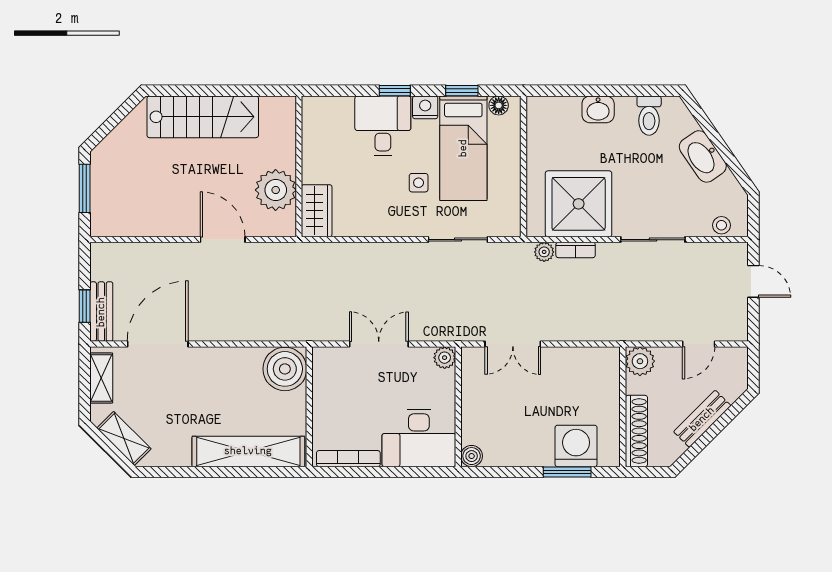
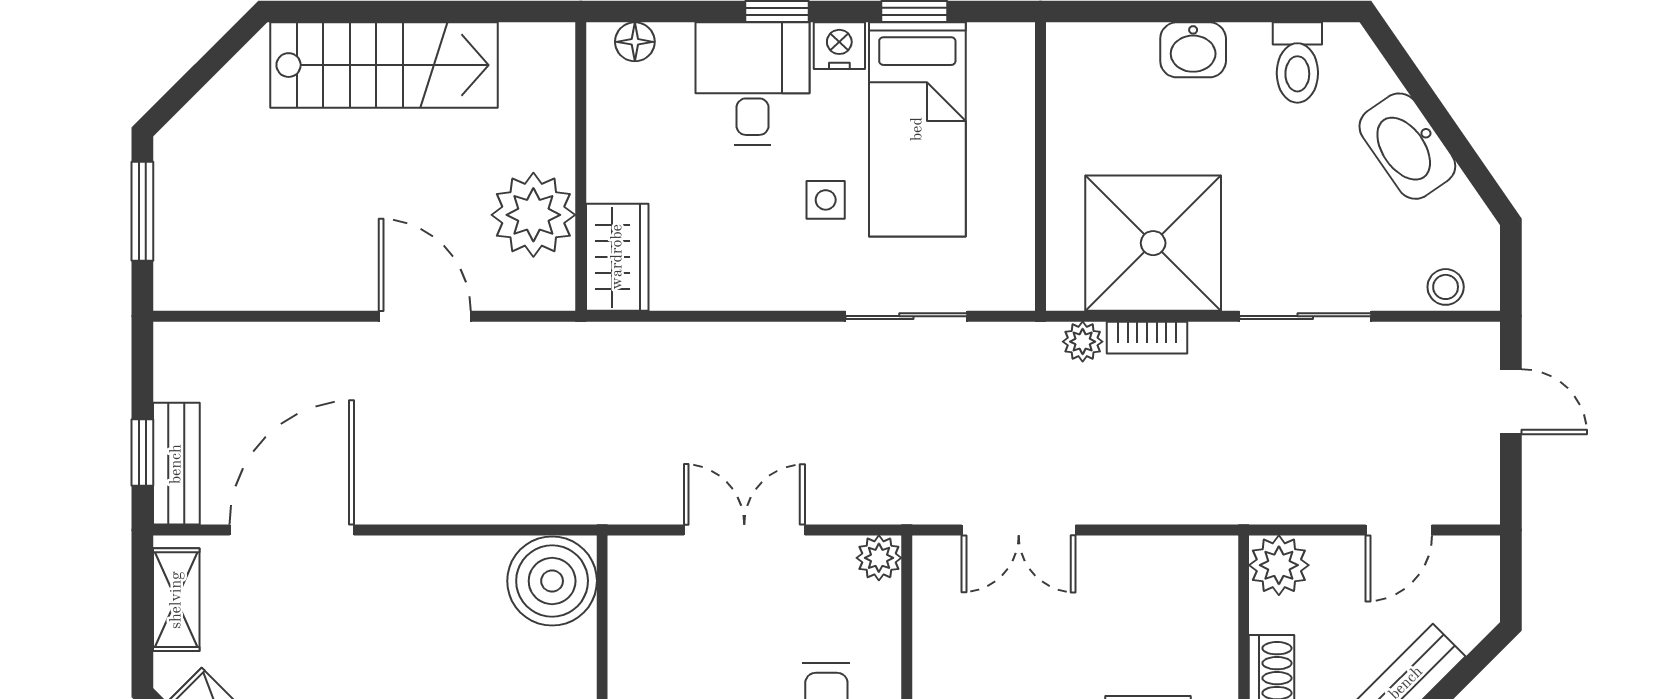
floor lamp: (499, 105) -> (635, 42), moved

